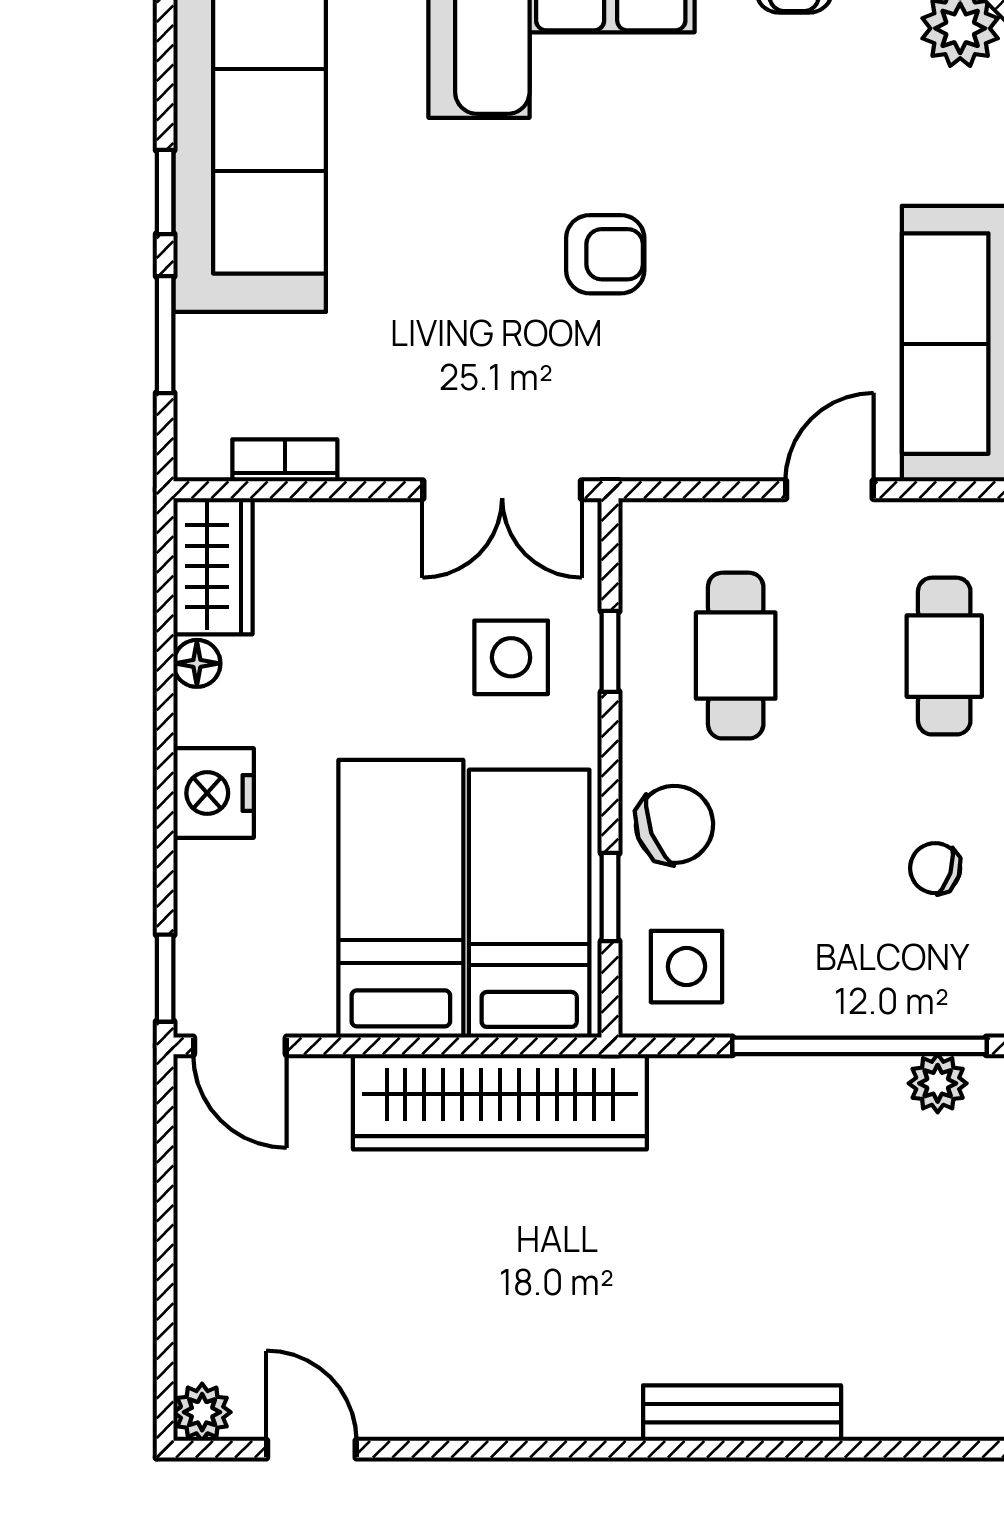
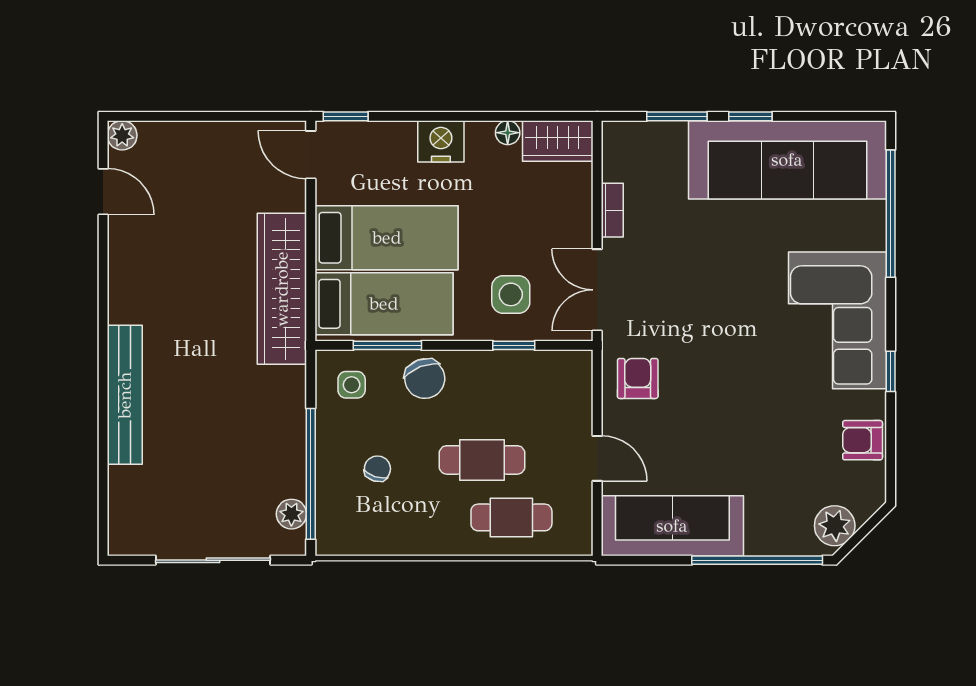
armchair: (605, 254) -> (638, 378), moved, turned 180
bookcase: (285, 460) -> (612, 210), moved
cafe table: (736, 656) -> (482, 460), moved
chair: (935, 868) -> (377, 469), moved
window: (610, 897) -> (387, 345), width x1.50
side table: (687, 967) -> (352, 385), width x0.73, depth x0.73
door: (240, 1046) -> (311, 155), hinge flipped
bench: (742, 1413) -> (125, 395), width x1.37, depth x1.21
door: (311, 1449) -> (103, 192), hinge flipped

